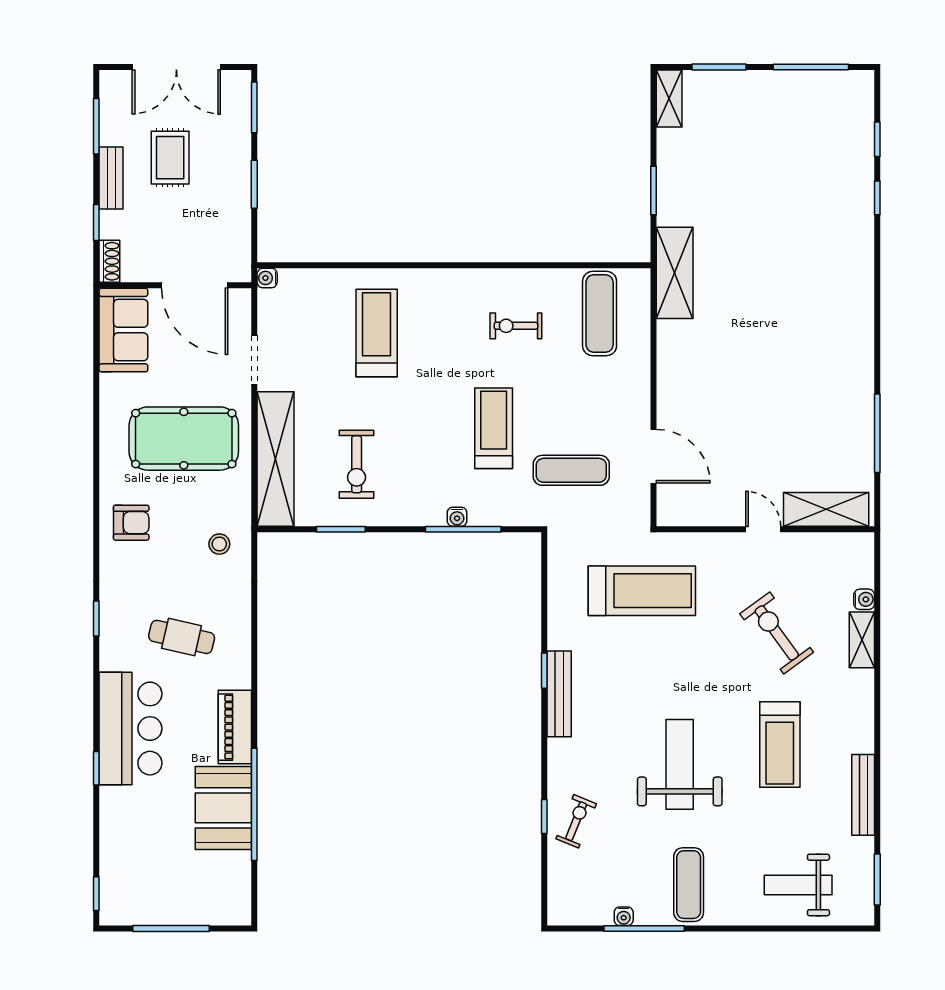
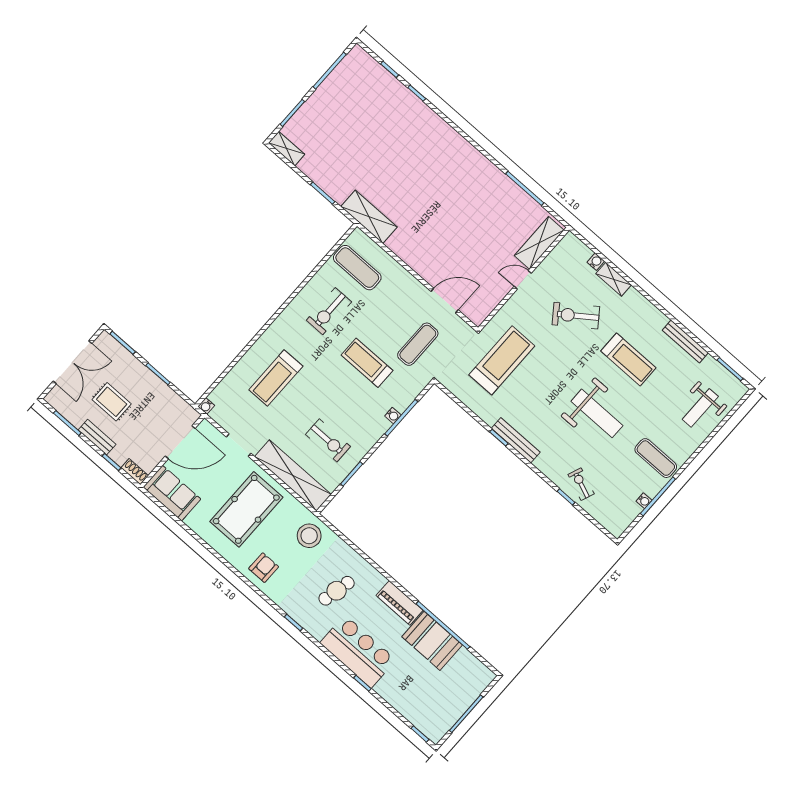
exercise bike: (516, 326) -> (329, 311), width x1.38, depth x1.39
treadmill: (377, 333) -> (276, 378), turned -90
stool: (219, 544) -> (309, 536), width x1.89, depth x1.89
weight bench: (680, 764) -> (597, 413), turned 180

